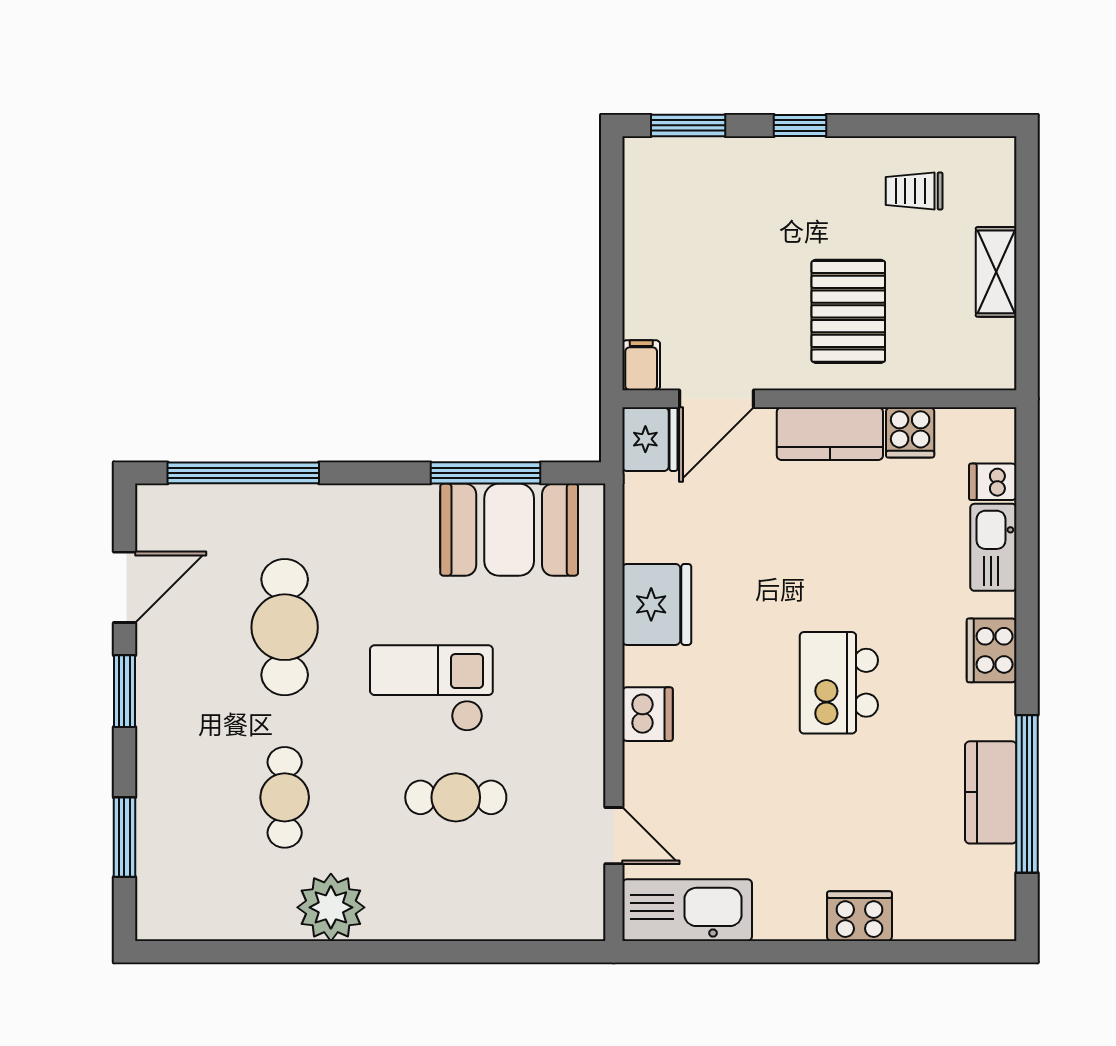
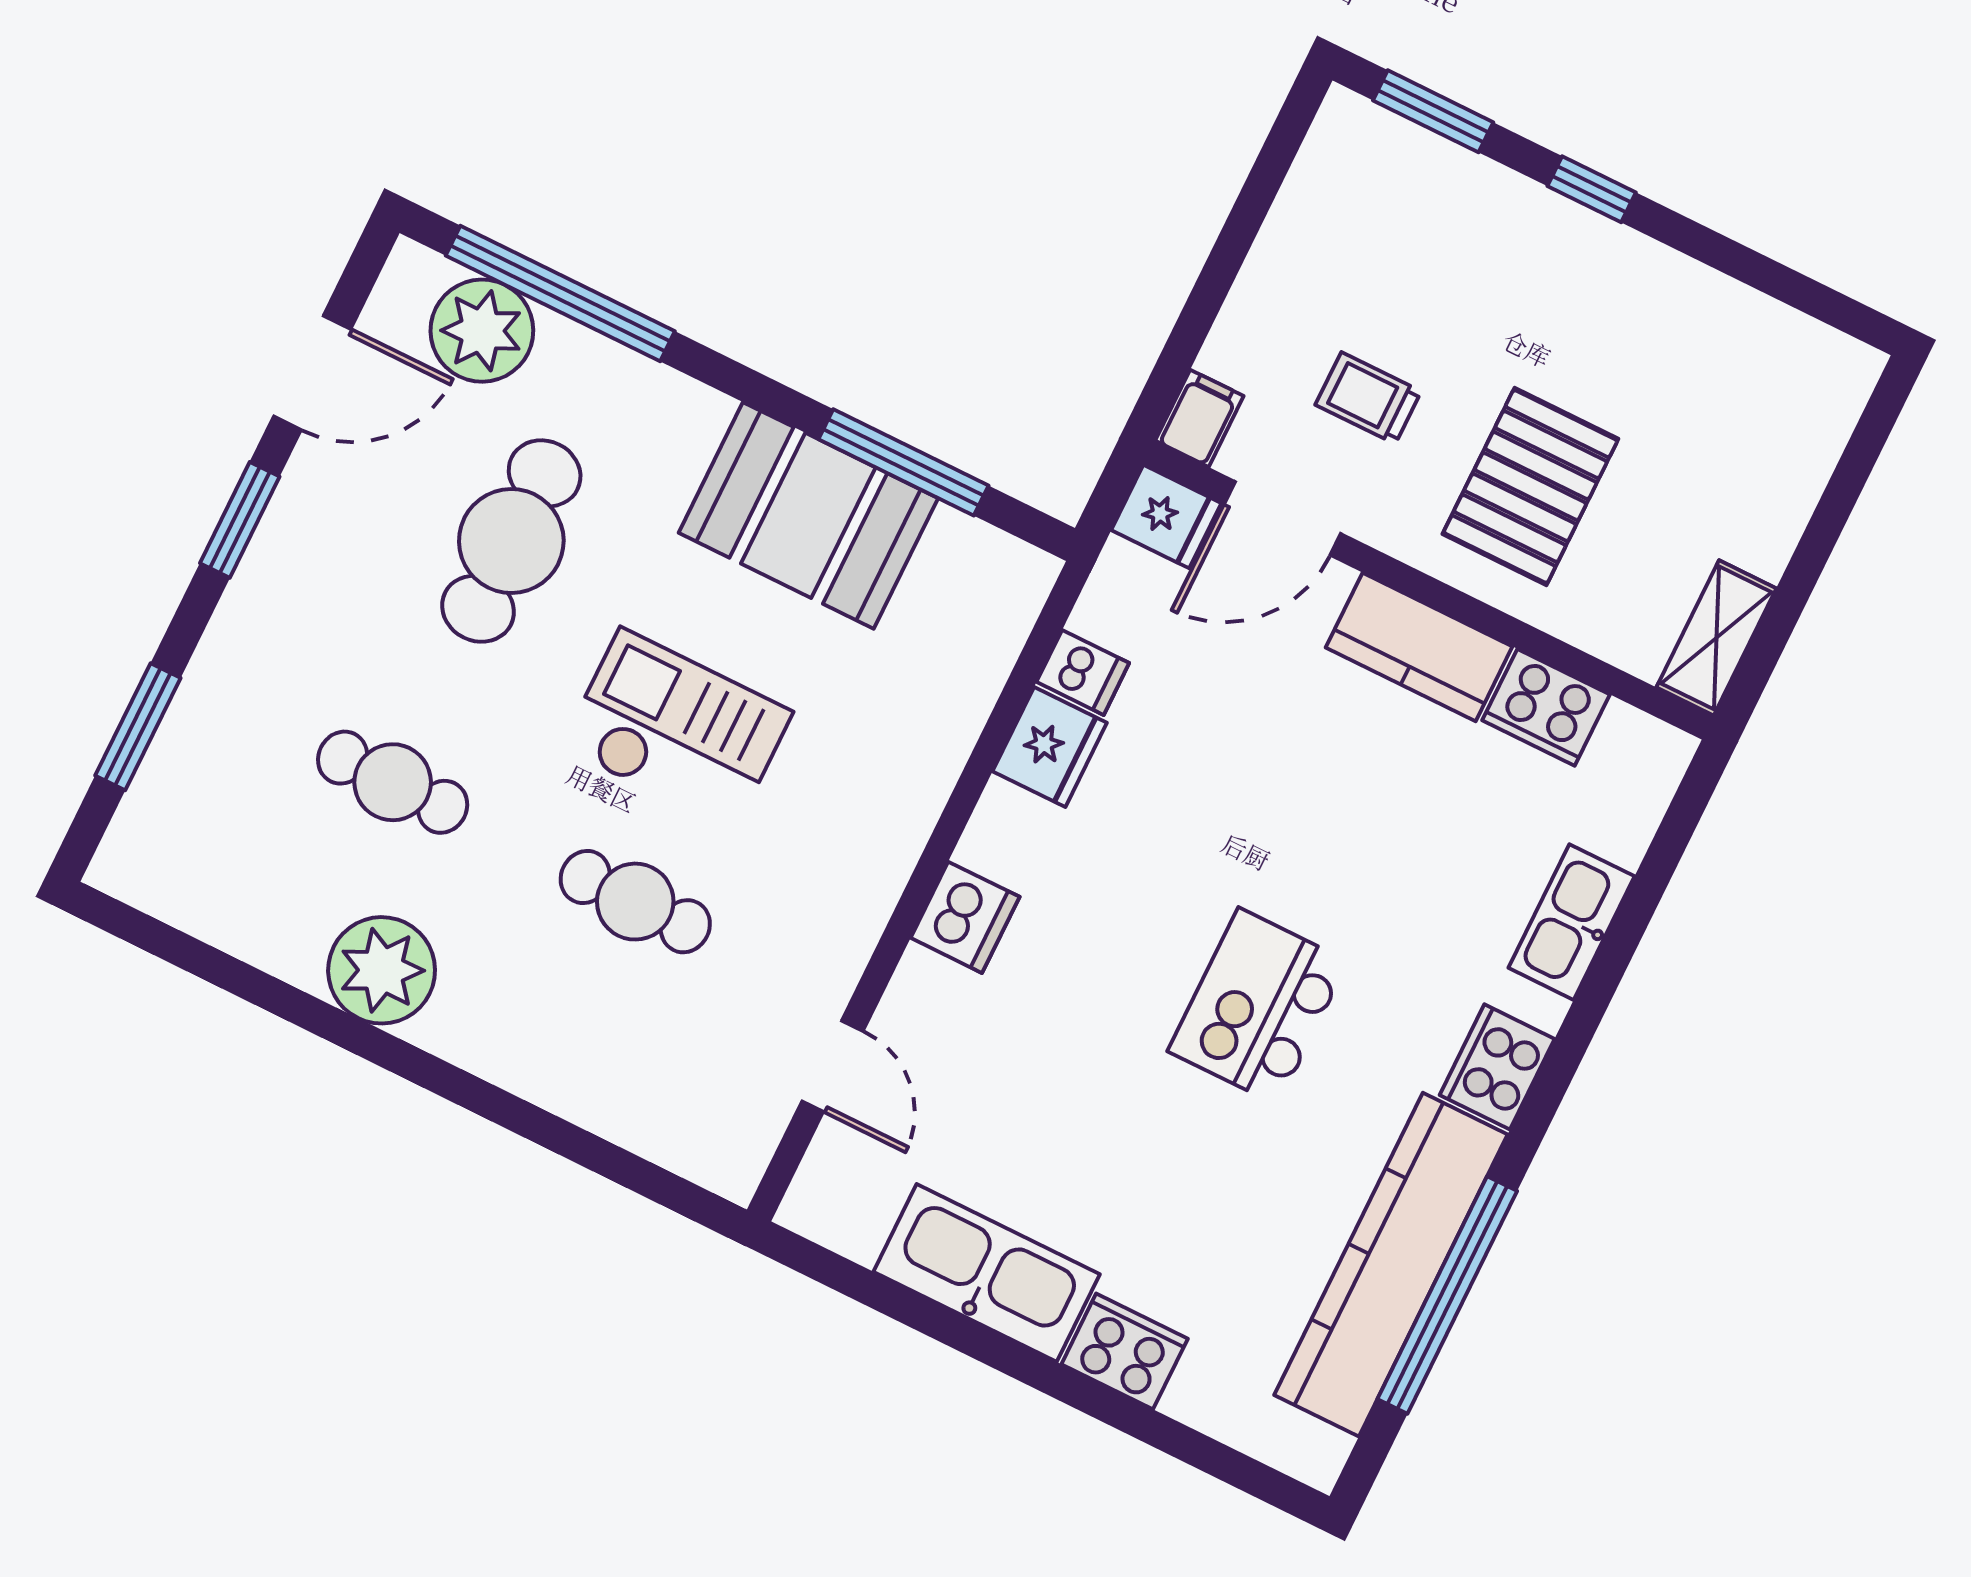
trolley: (914, 191) -> (1368, 398), moved
shelving: (996, 272) -> (1716, 638), moved
cooker: (910, 432) -> (1546, 707), width x1.36
fridge: (650, 439) -> (1166, 517), width x0.72
dishwasher: (993, 482) -> (1083, 672), moved, turned 180
plant: (209, 516) -> (482, 331), added
booth: (509, 530) -> (808, 515), moved
fridge: (657, 604) -> (1050, 747), width x0.73, depth x0.75
kitchen counter: (991, 792) -> (1391, 1265), width x2.08, depth x1.17
cafe table: (285, 797) -> (393, 782), turned 90
kitchen sink: (687, 910) -> (987, 1273), moved

